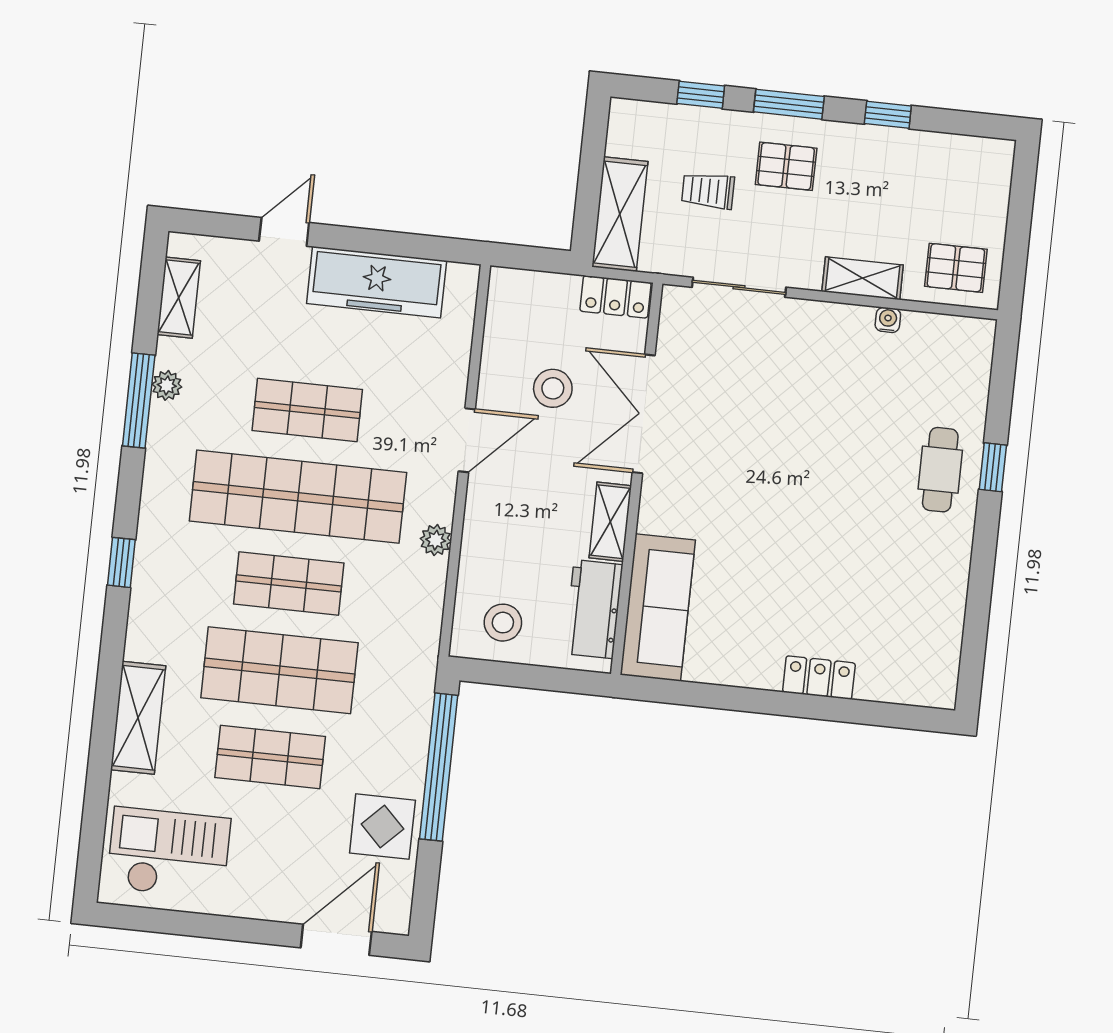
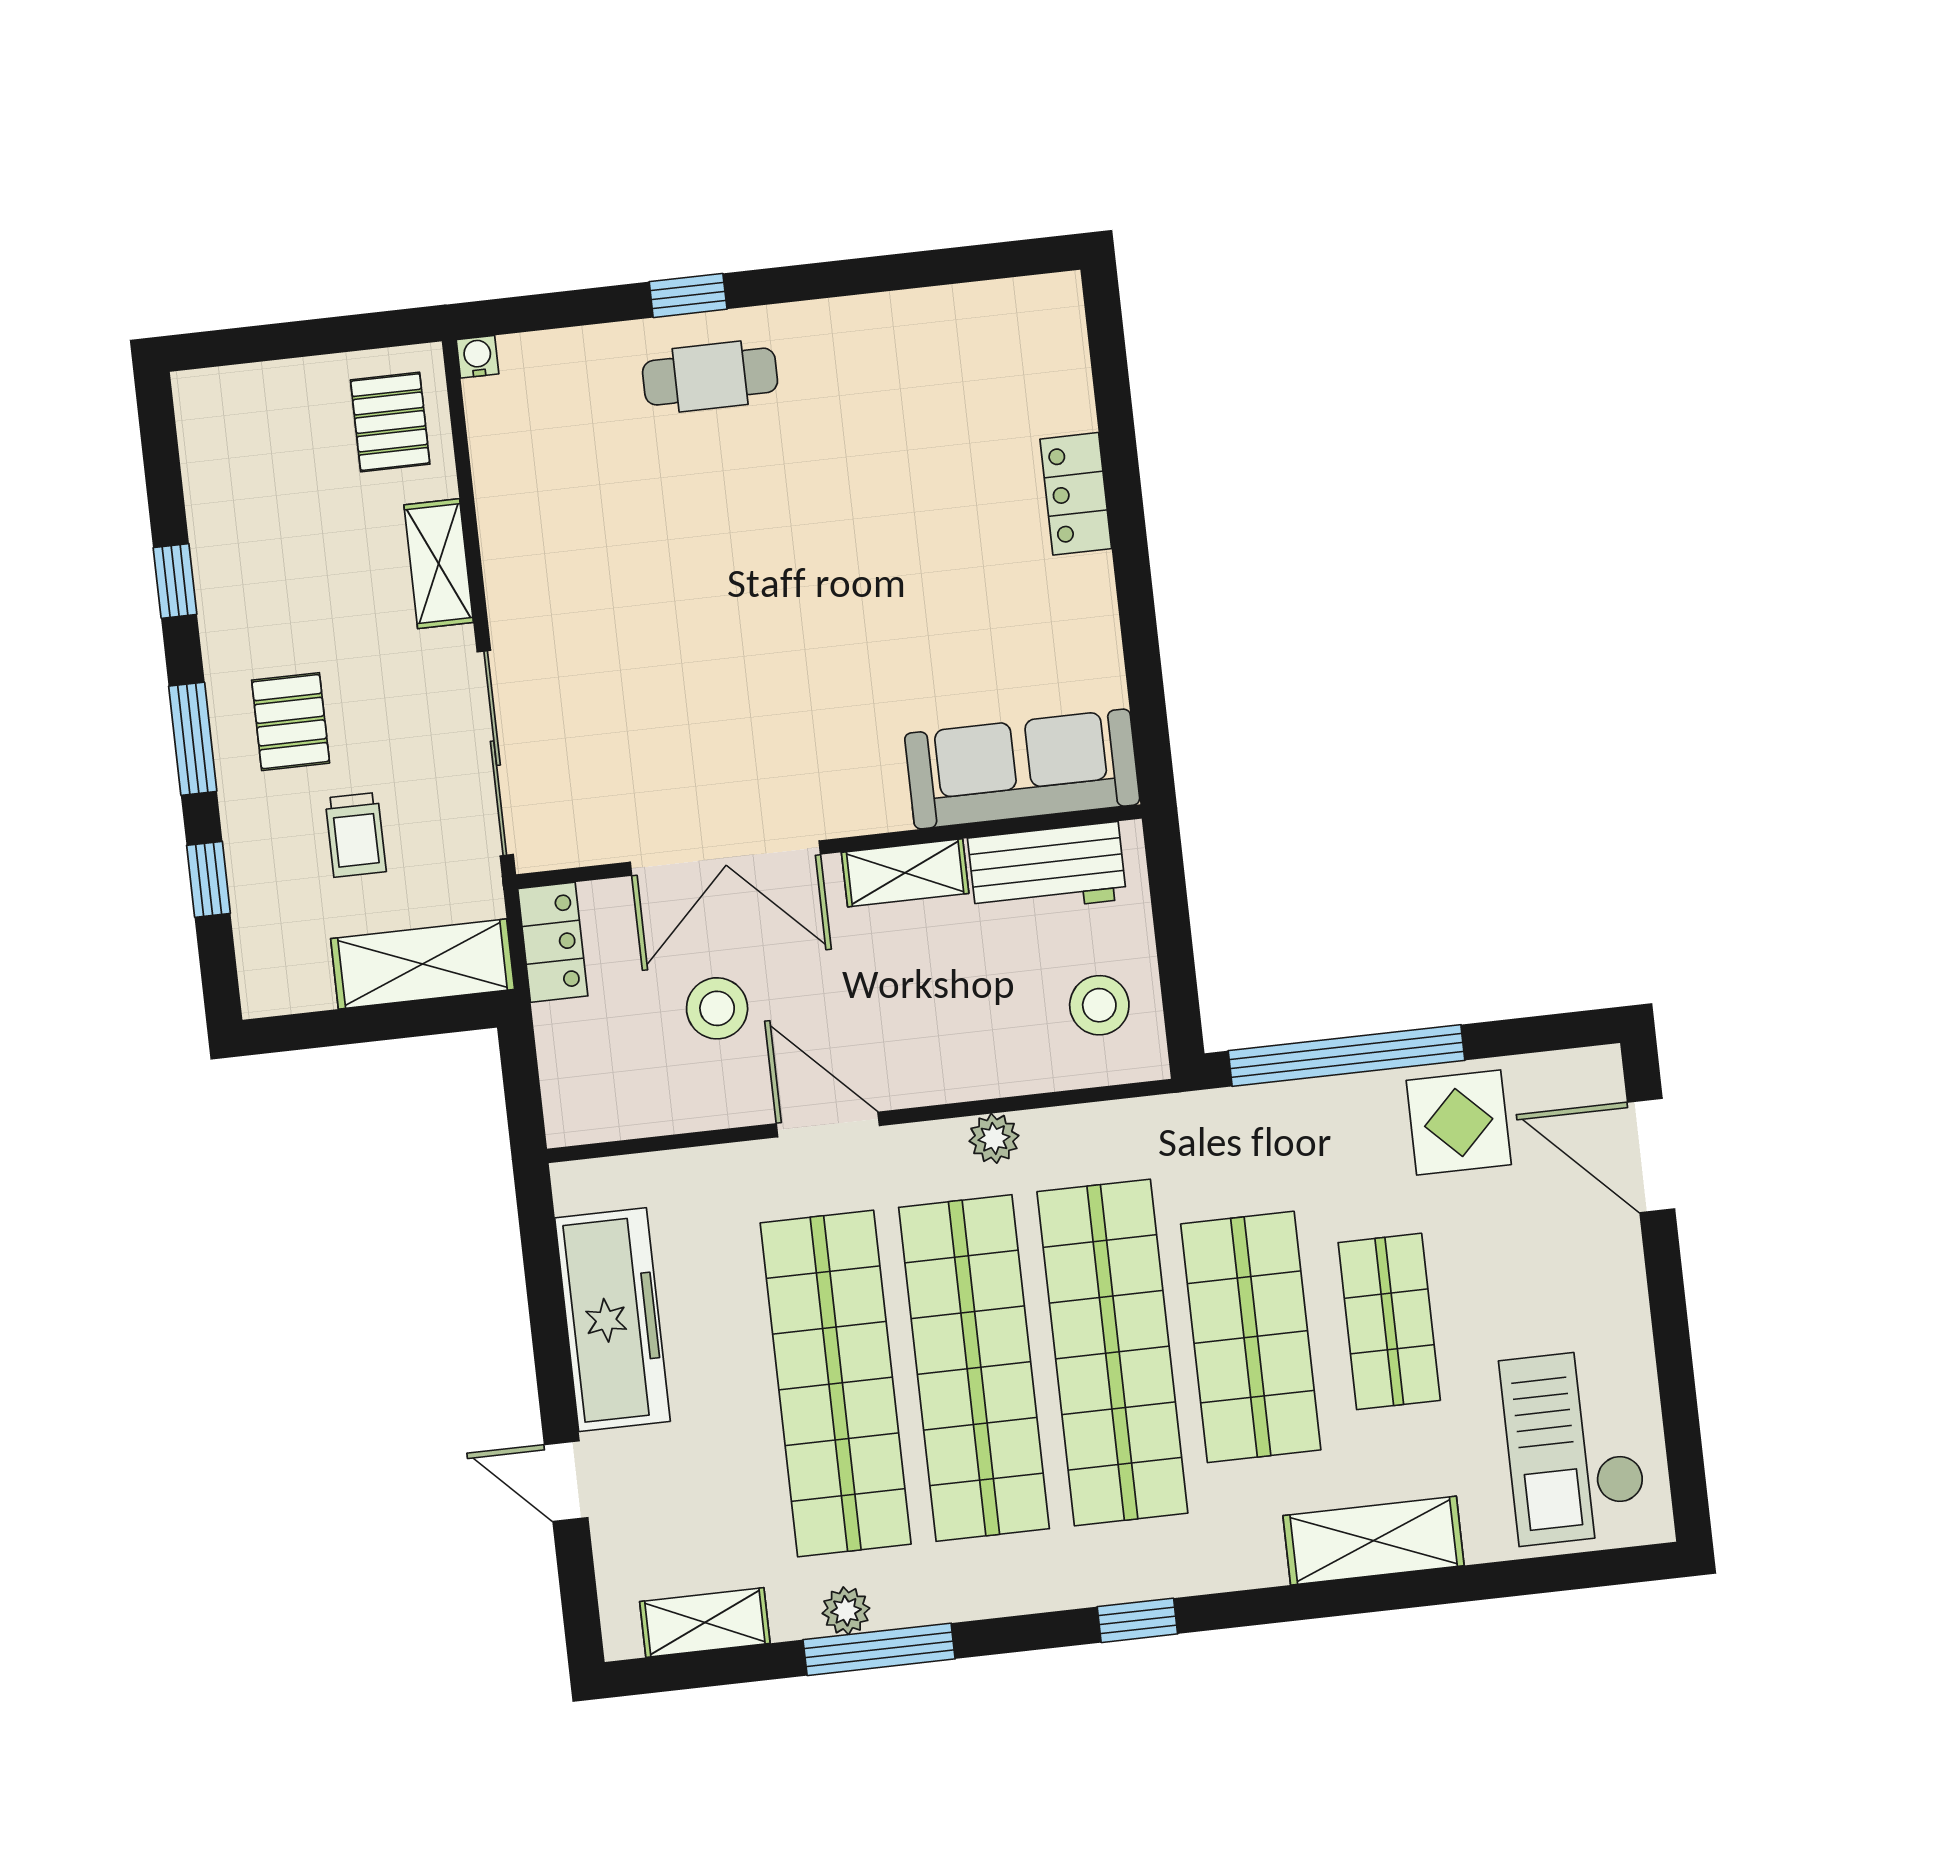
sliding door: (739, 287) -> (495, 753), width x1.37
water cooler: (888, 320) -> (478, 357), moved, turned 90
shop shelf: (307, 410) -> (836, 1384), width x2.00, depth x1.36
shop shelf: (289, 583) -> (1112, 1352), width x2.00, depth x1.36

